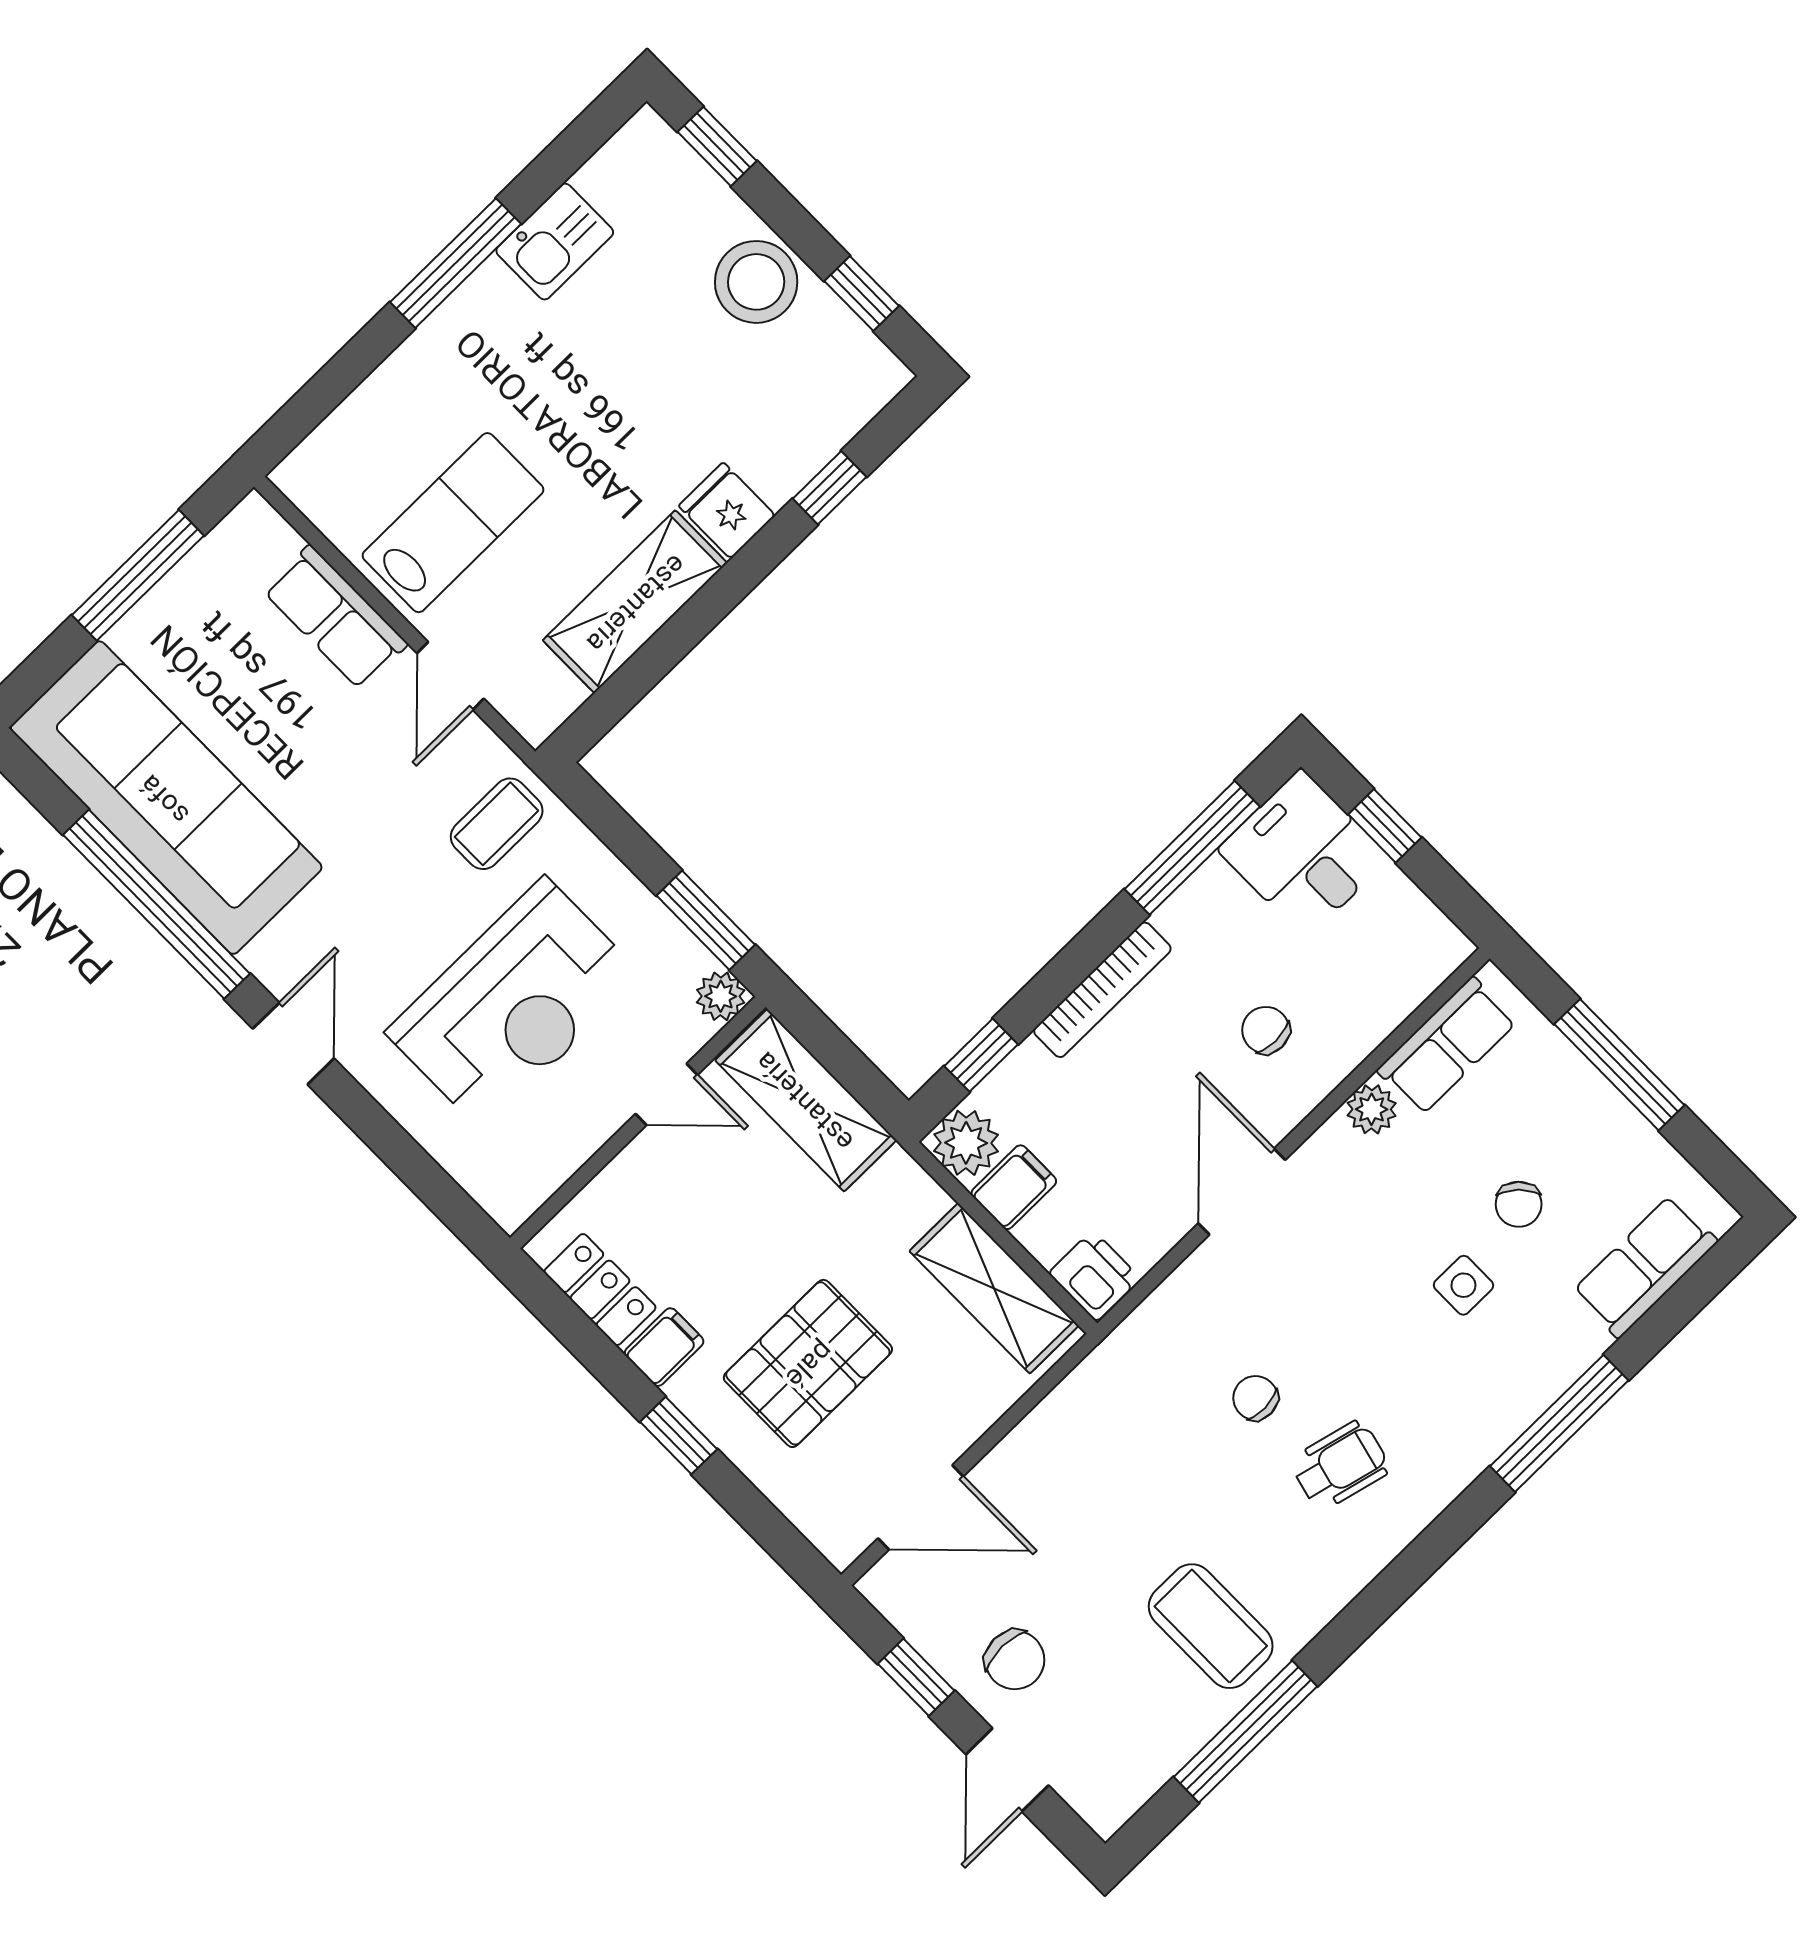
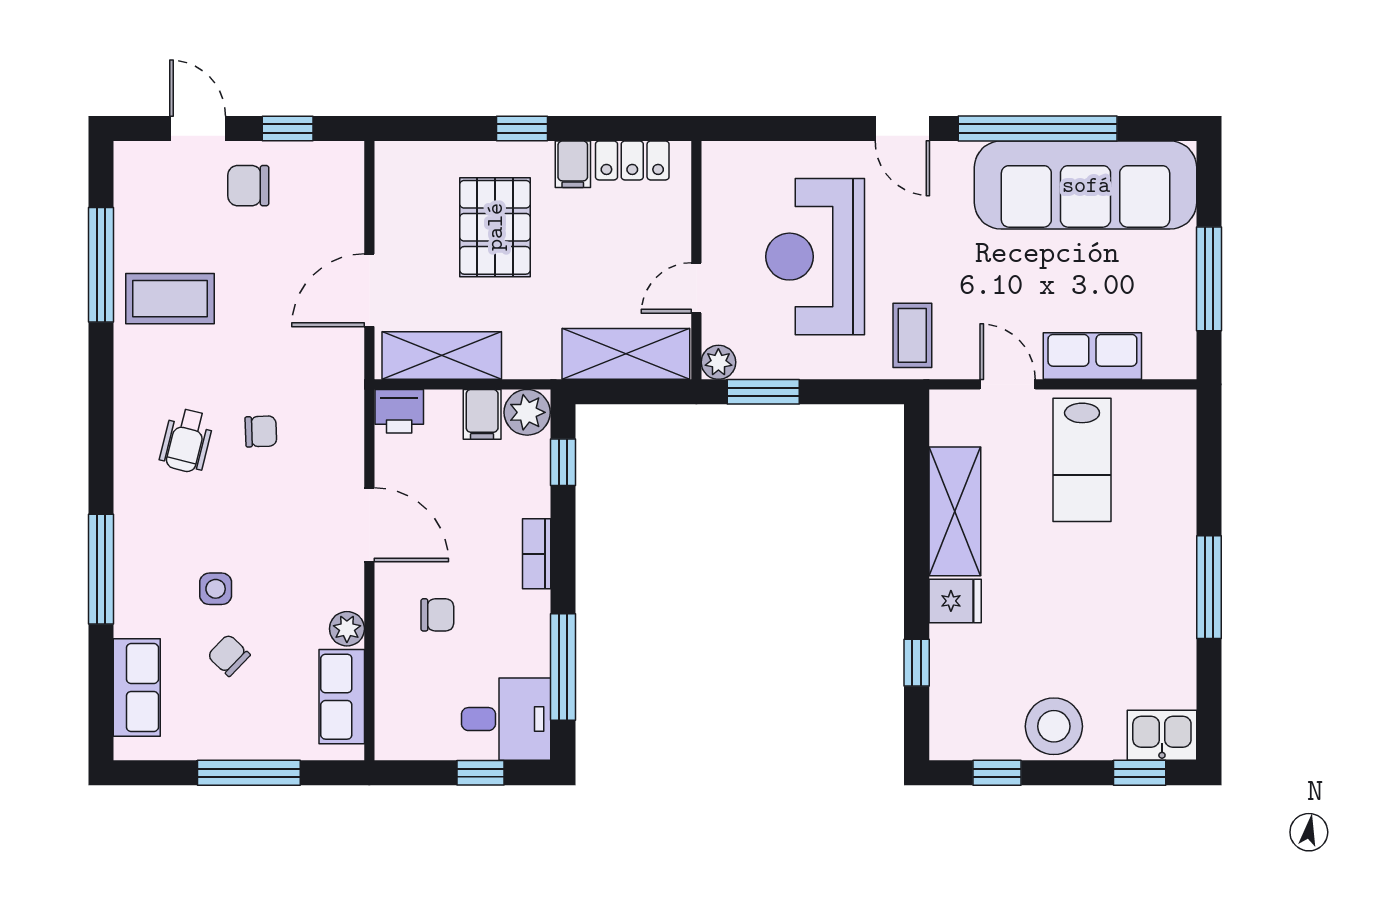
kitchen sink: (555, 241) -> (1162, 735), moved, turned 90
bookcase: (1102, 990) -> (537, 554), width x0.64
door: (921, 1507) -> (369, 290), moved

